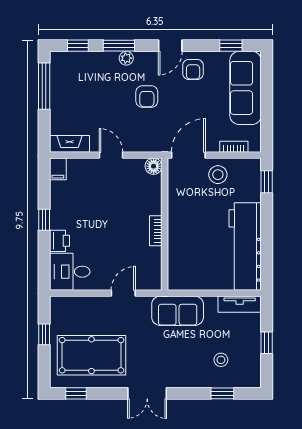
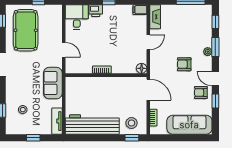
window: (231, 46) -> (215, 101), moved
stool: (218, 175) -> (132, 123), moved

